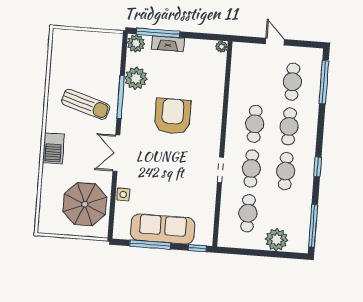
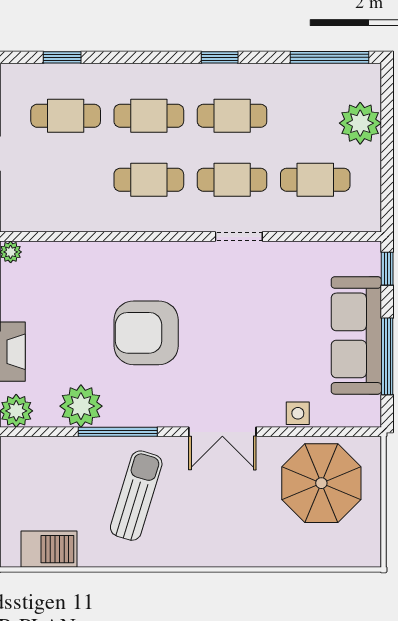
window: (324, 82) -> (62, 57), width x0.46
barbecue: (53, 148) -> (49, 549), moved

